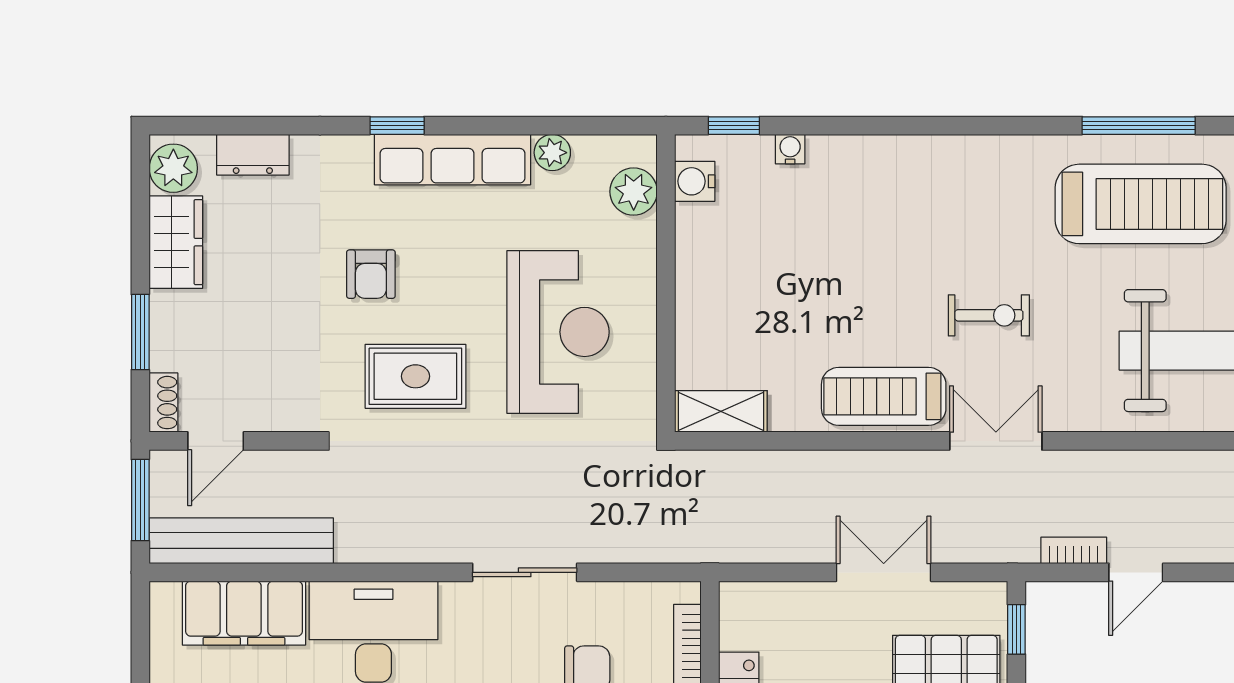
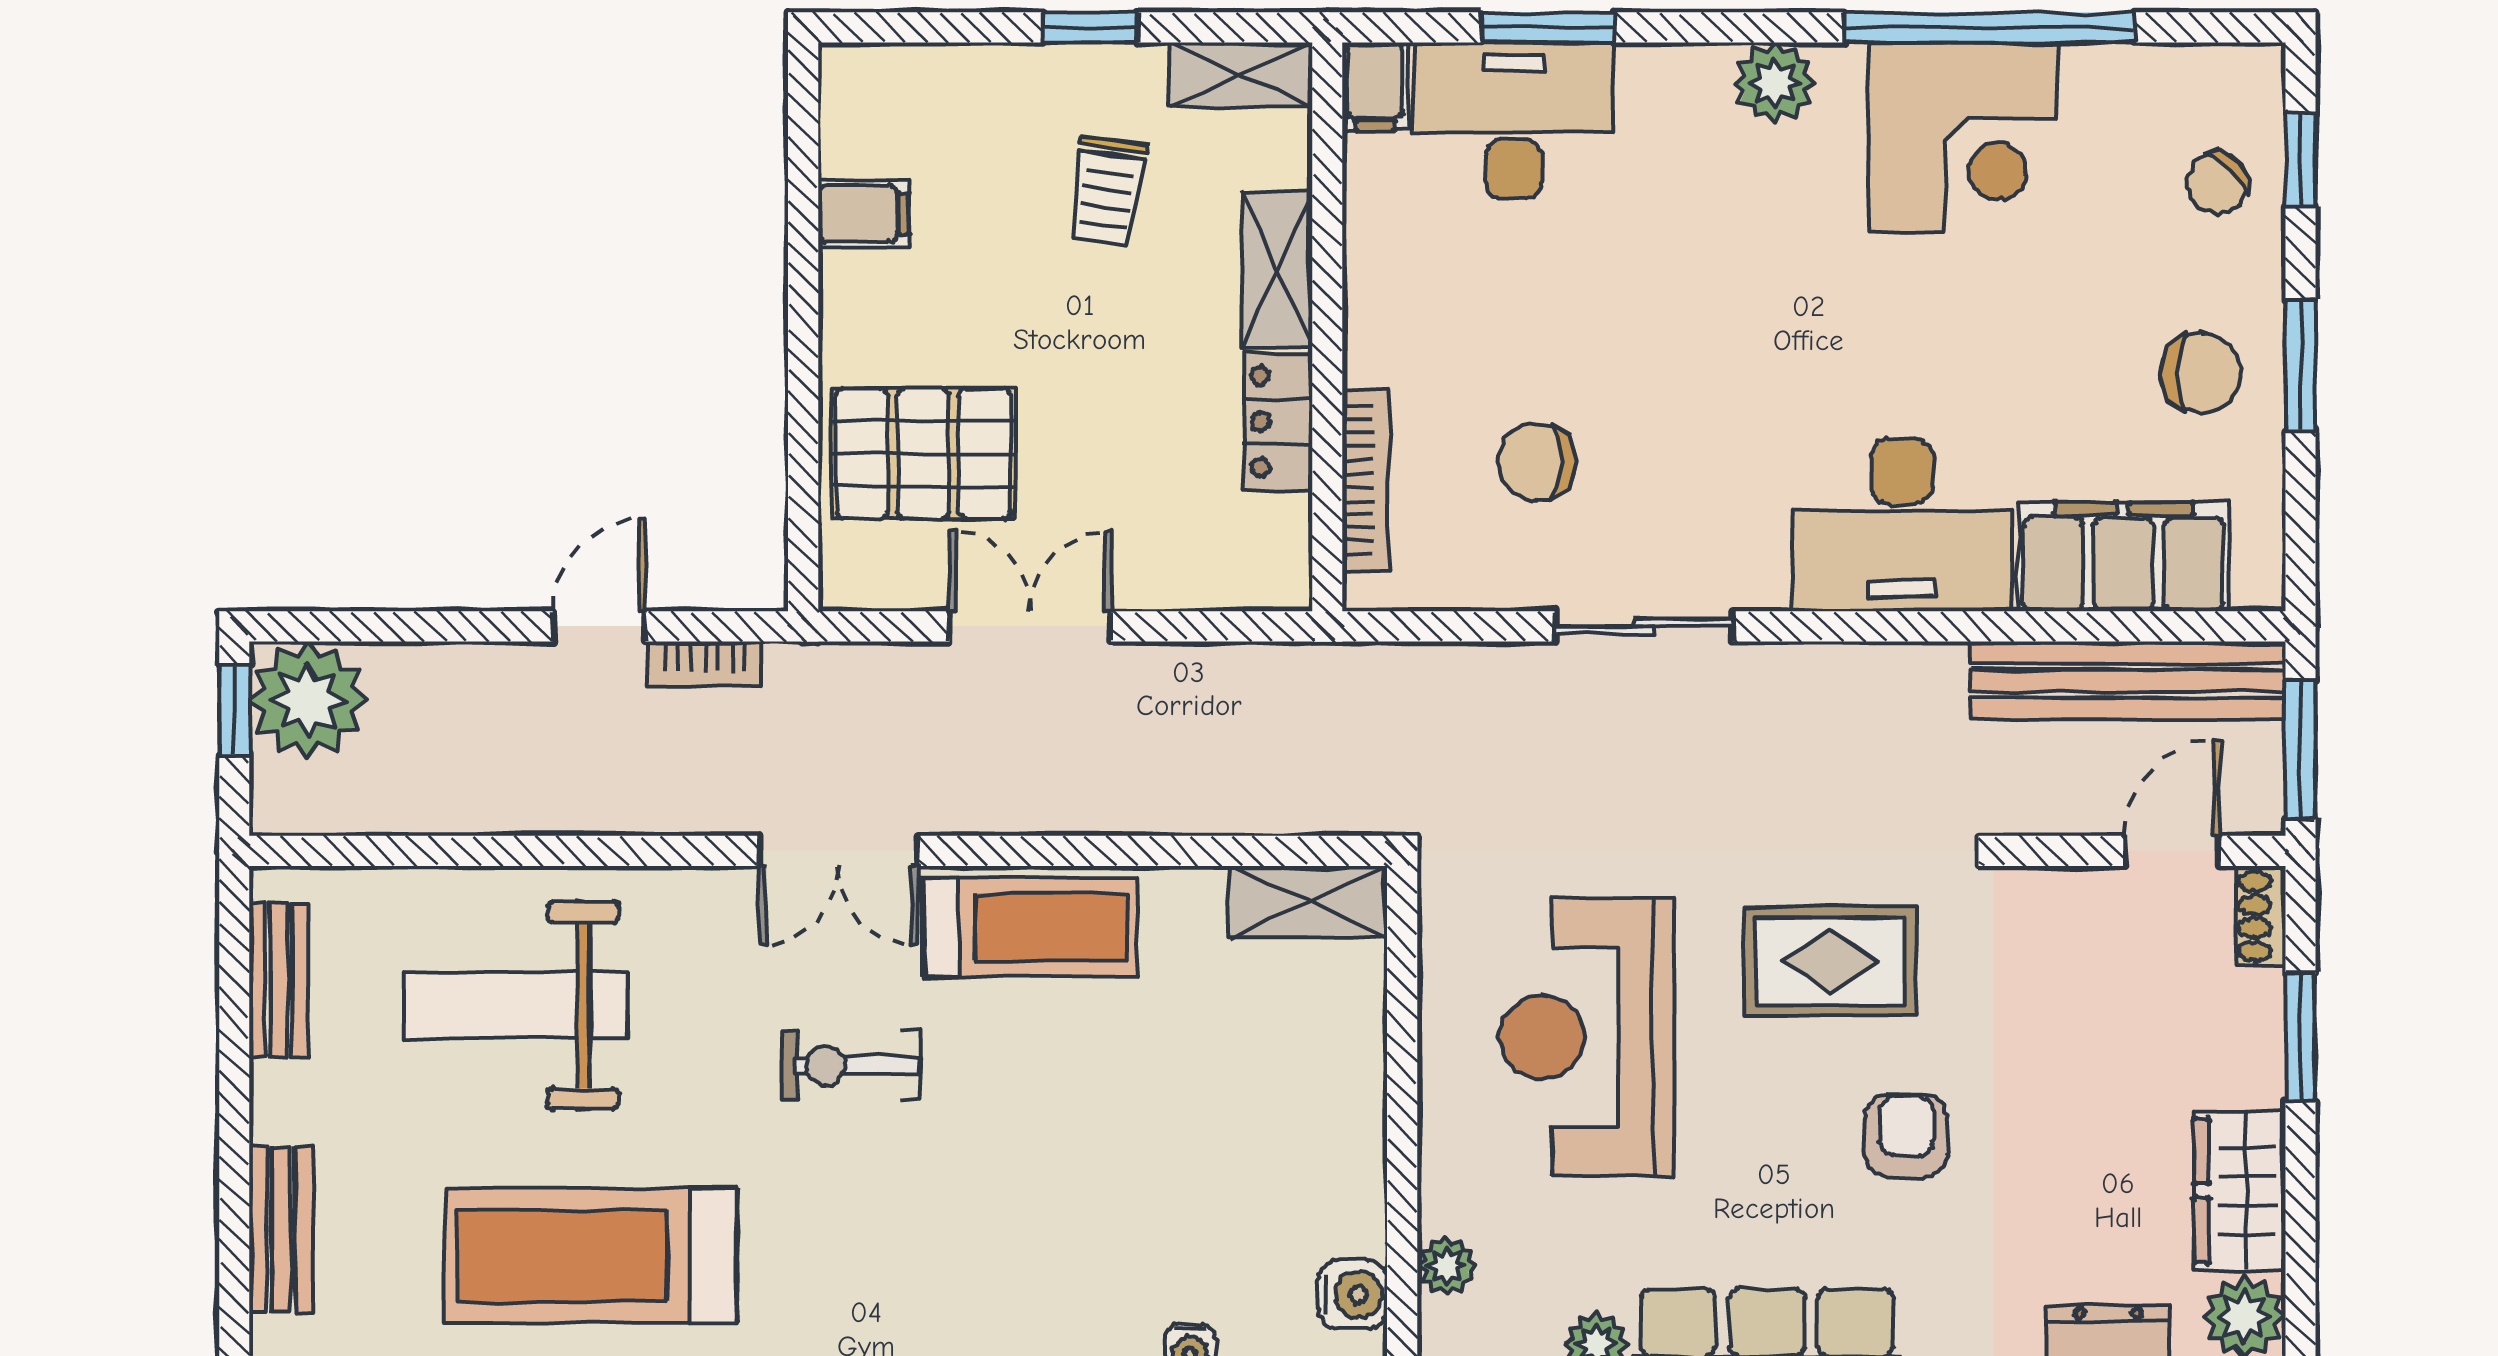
plant: (634, 192) -> (1447, 1266), width x0.73, depth x0.73
double door: (884, 572) -> (1030, 626), swing flipped
window: (1016, 629) -> (803, 529), removed

